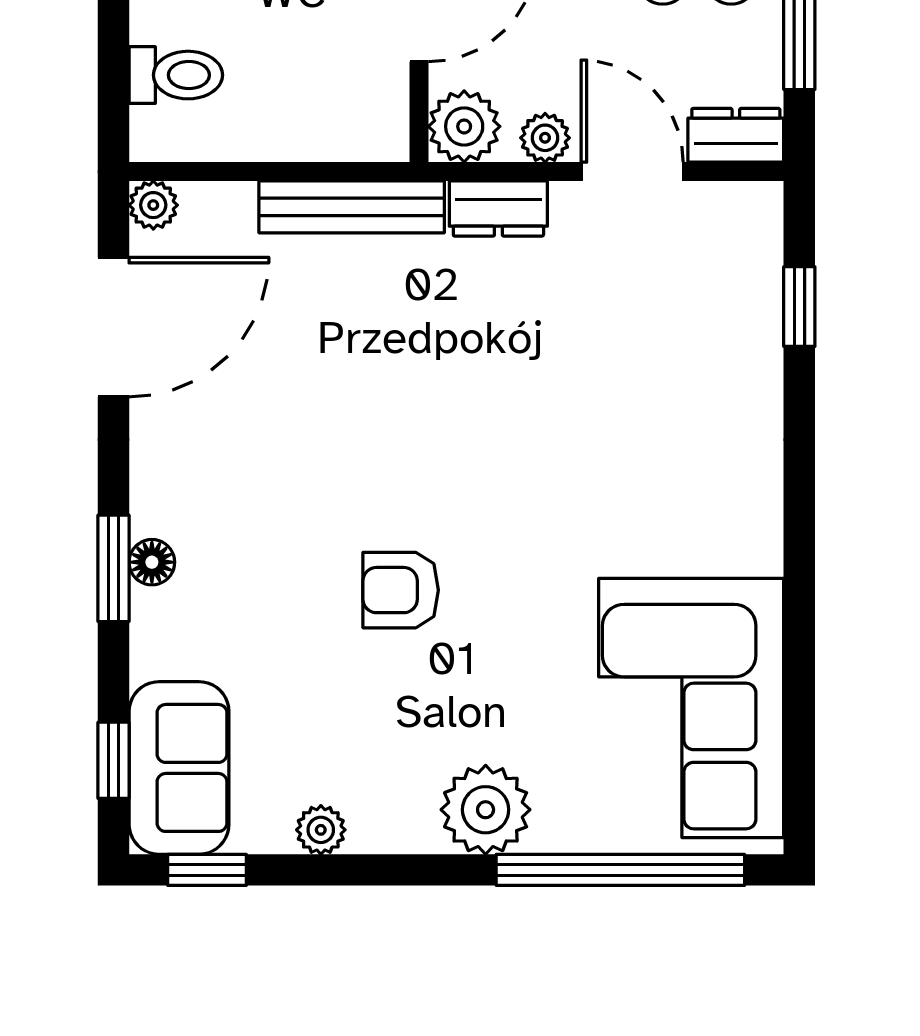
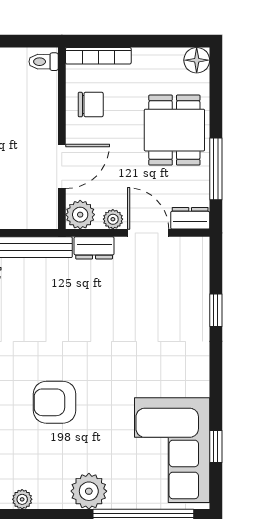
window: (799, 307) -> (216, 310), moved
armchair: (401, 590) -> (54, 402), width x1.38, depth x1.38
window: (799, 699) -> (216, 447), added

